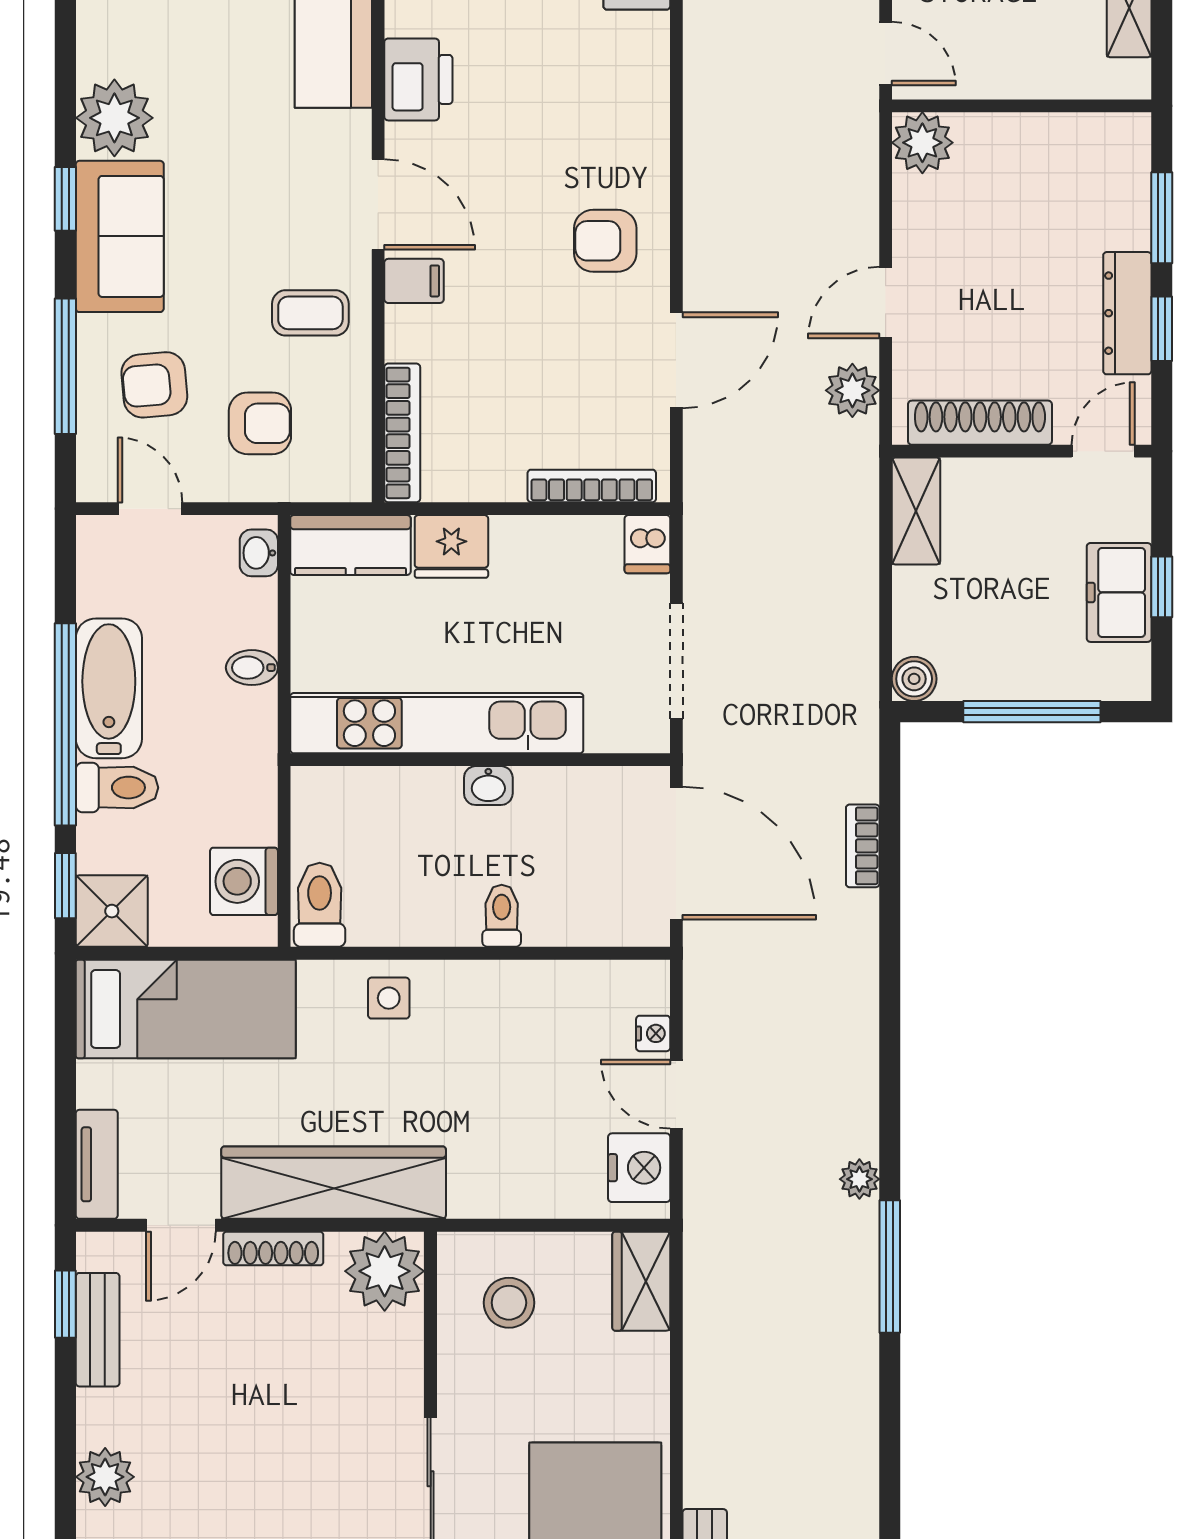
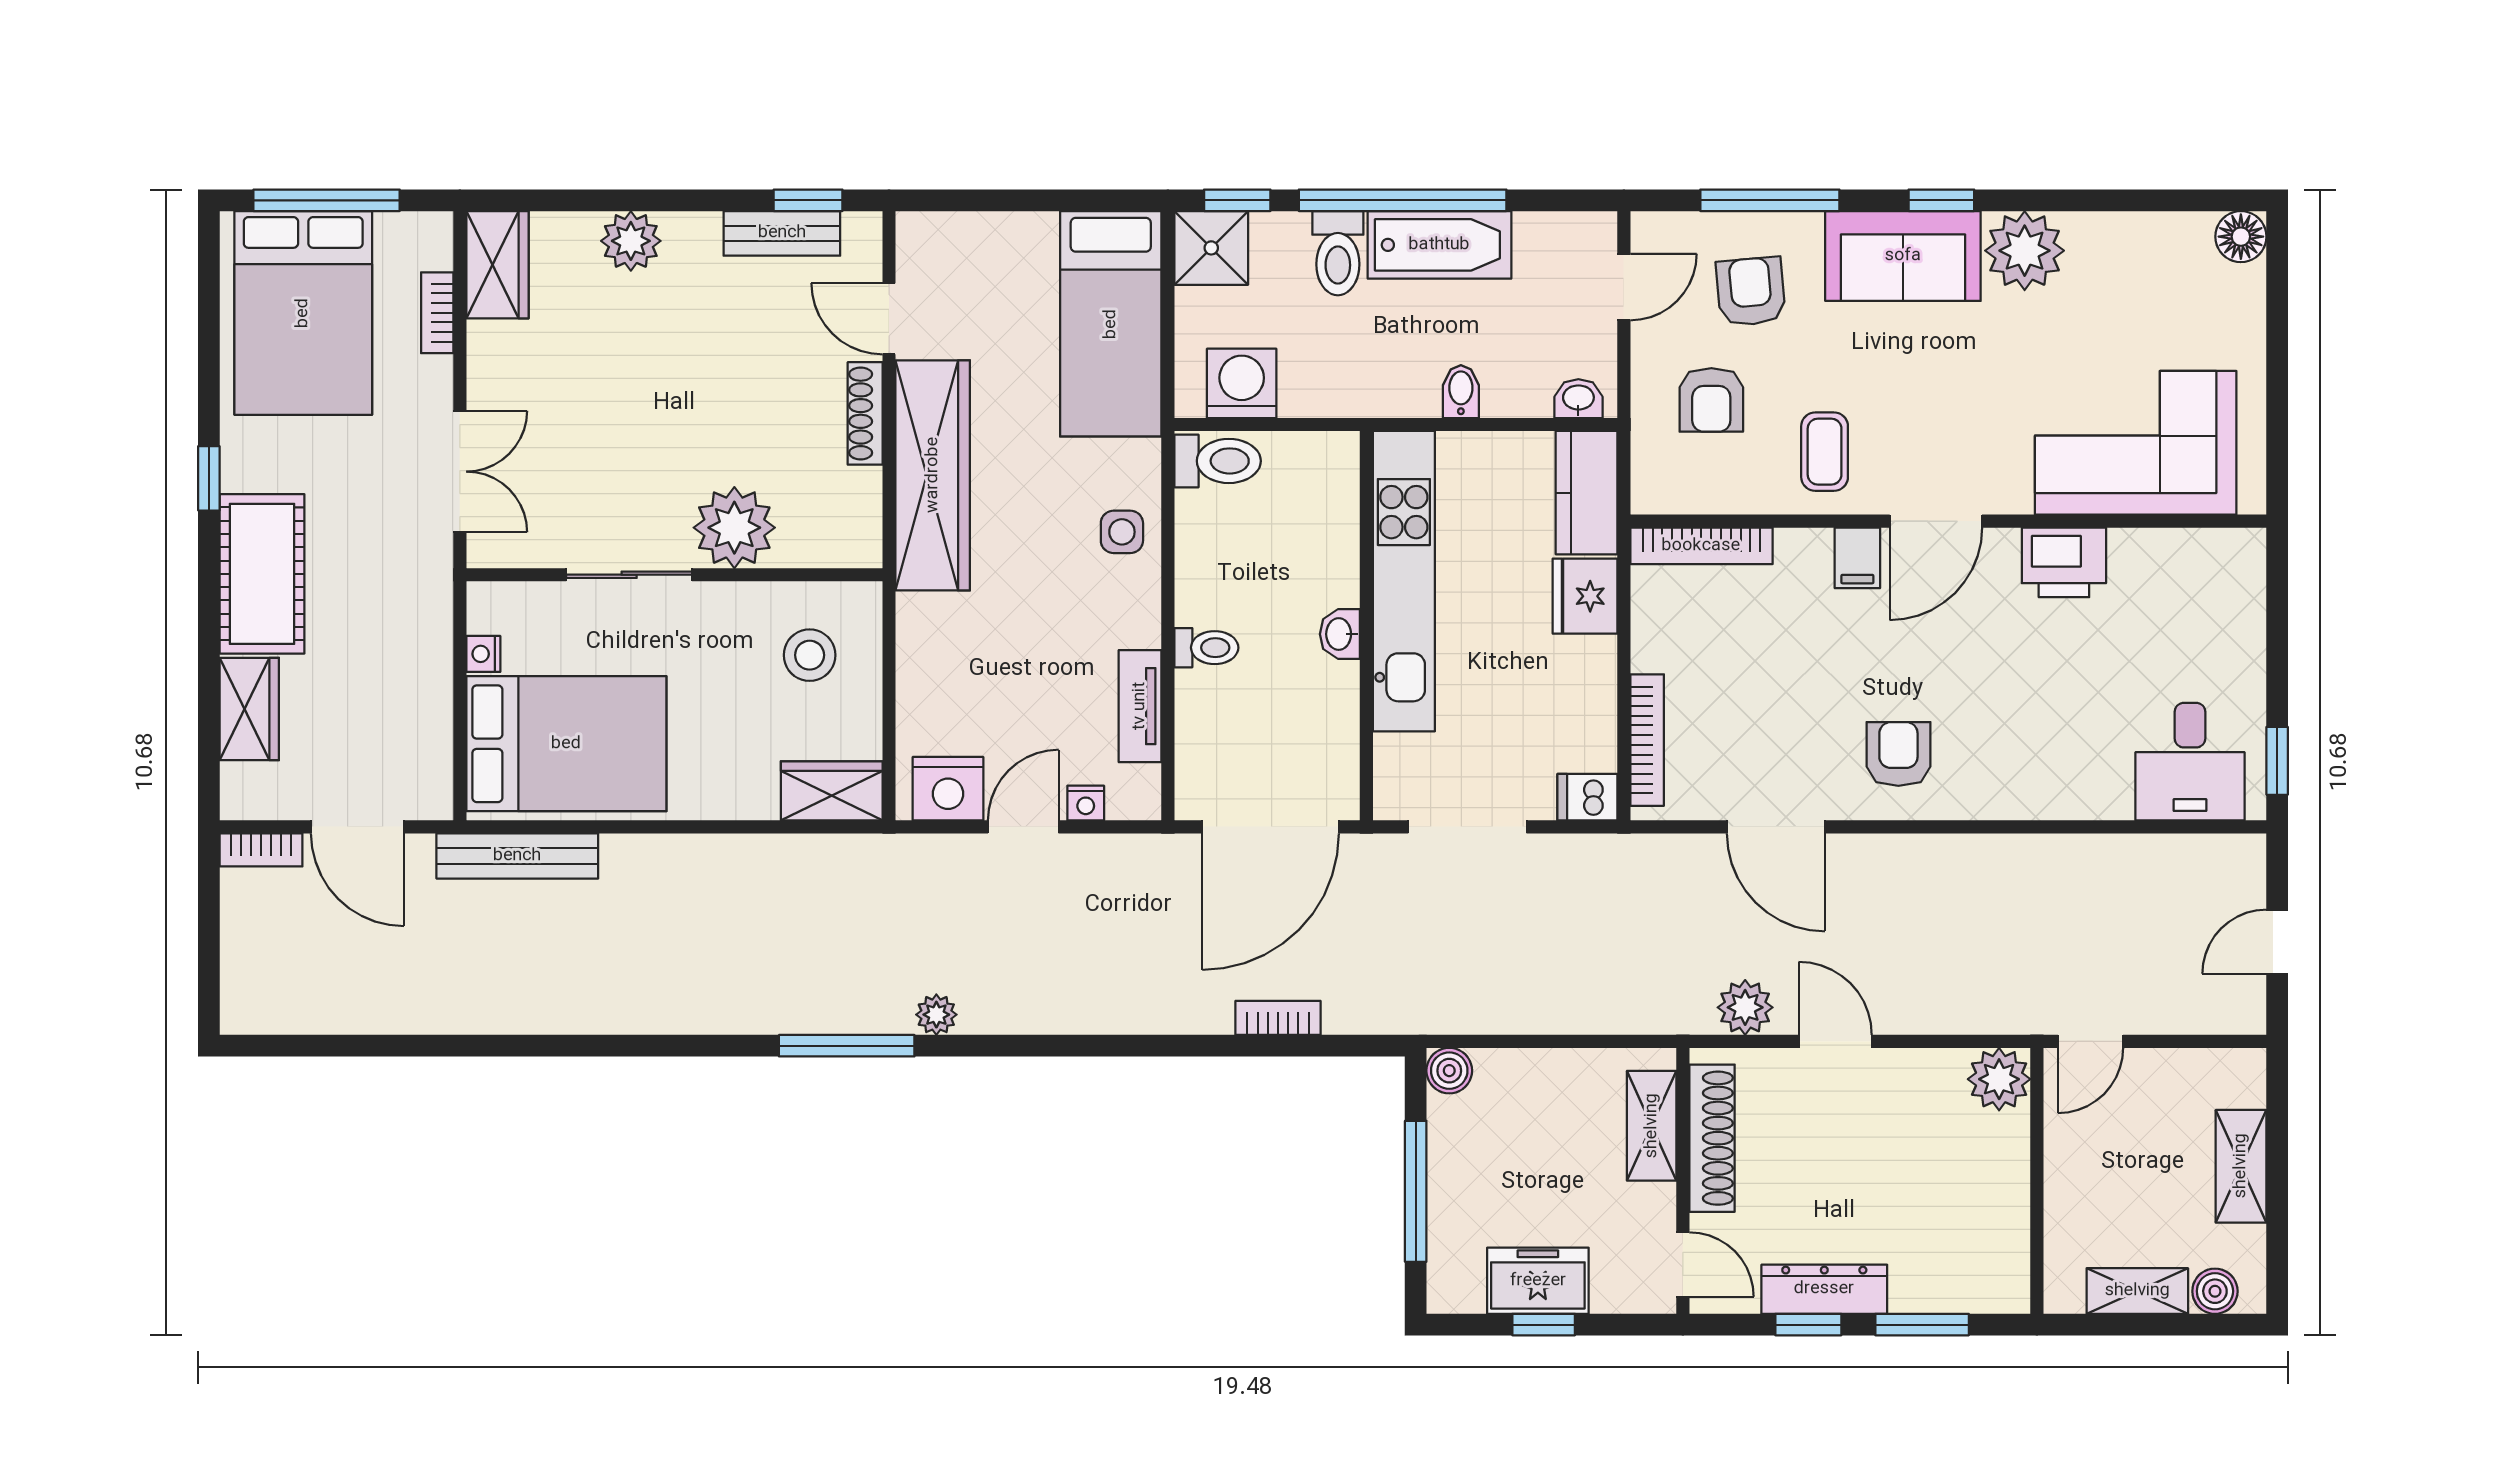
shelving: (916, 511) -> (1652, 1126), moved, turned 90
tv unit: (97, 1164) -> (1140, 706), moved, turned 90
plant: (385, 1271) -> (734, 528), moved

